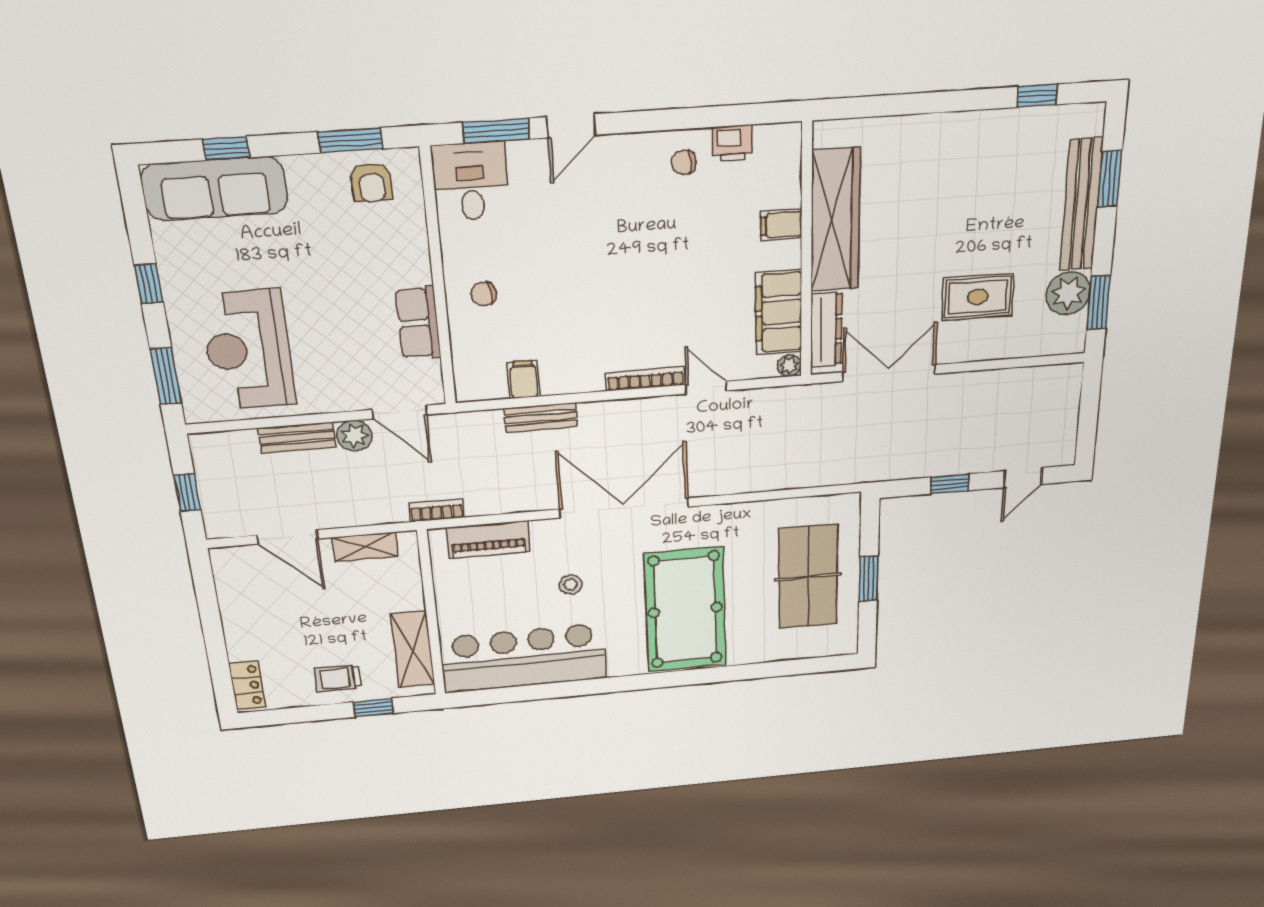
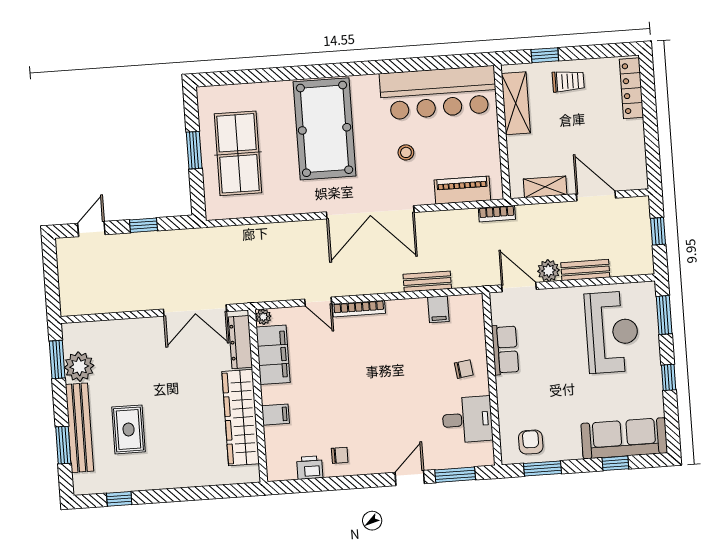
desk: (471, 182) -> (467, 420), moved, turned -90
rug: (978, 297) -> (129, 429), moved, turned 90
locker: (247, 685) -> (631, 88), width x1.53

